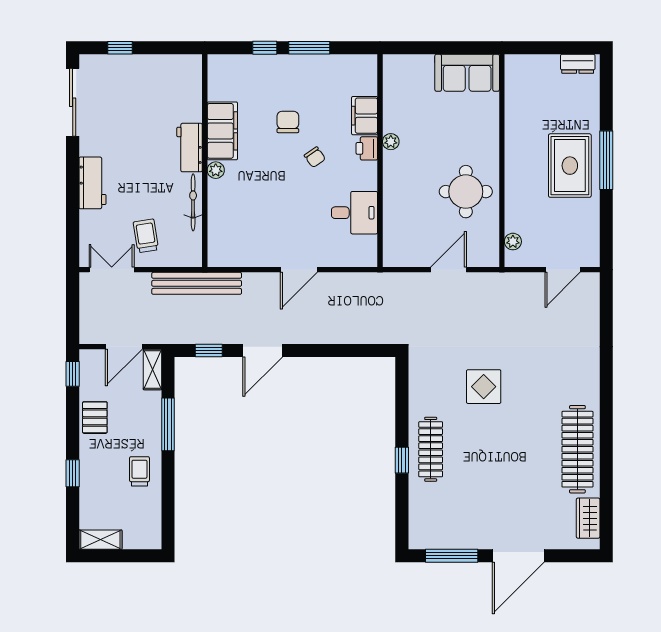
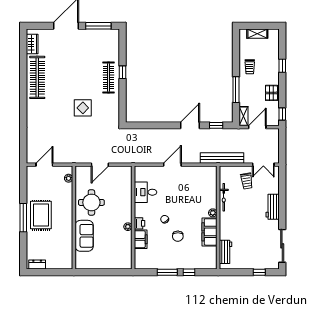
sofa: (467, 73) -> (84, 236), moved, turned 90
workbench: (190, 148) -> (225, 252), moved
shelving: (100, 540) -> (257, 34), moved

